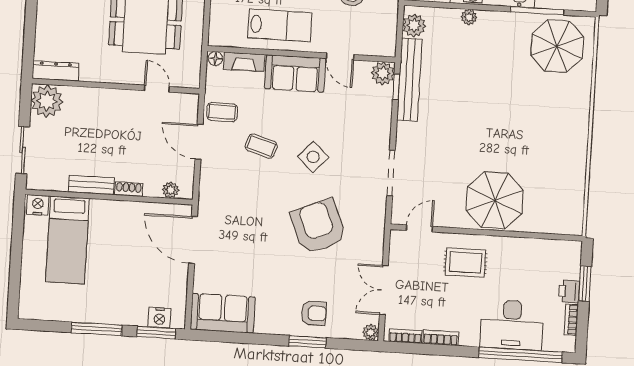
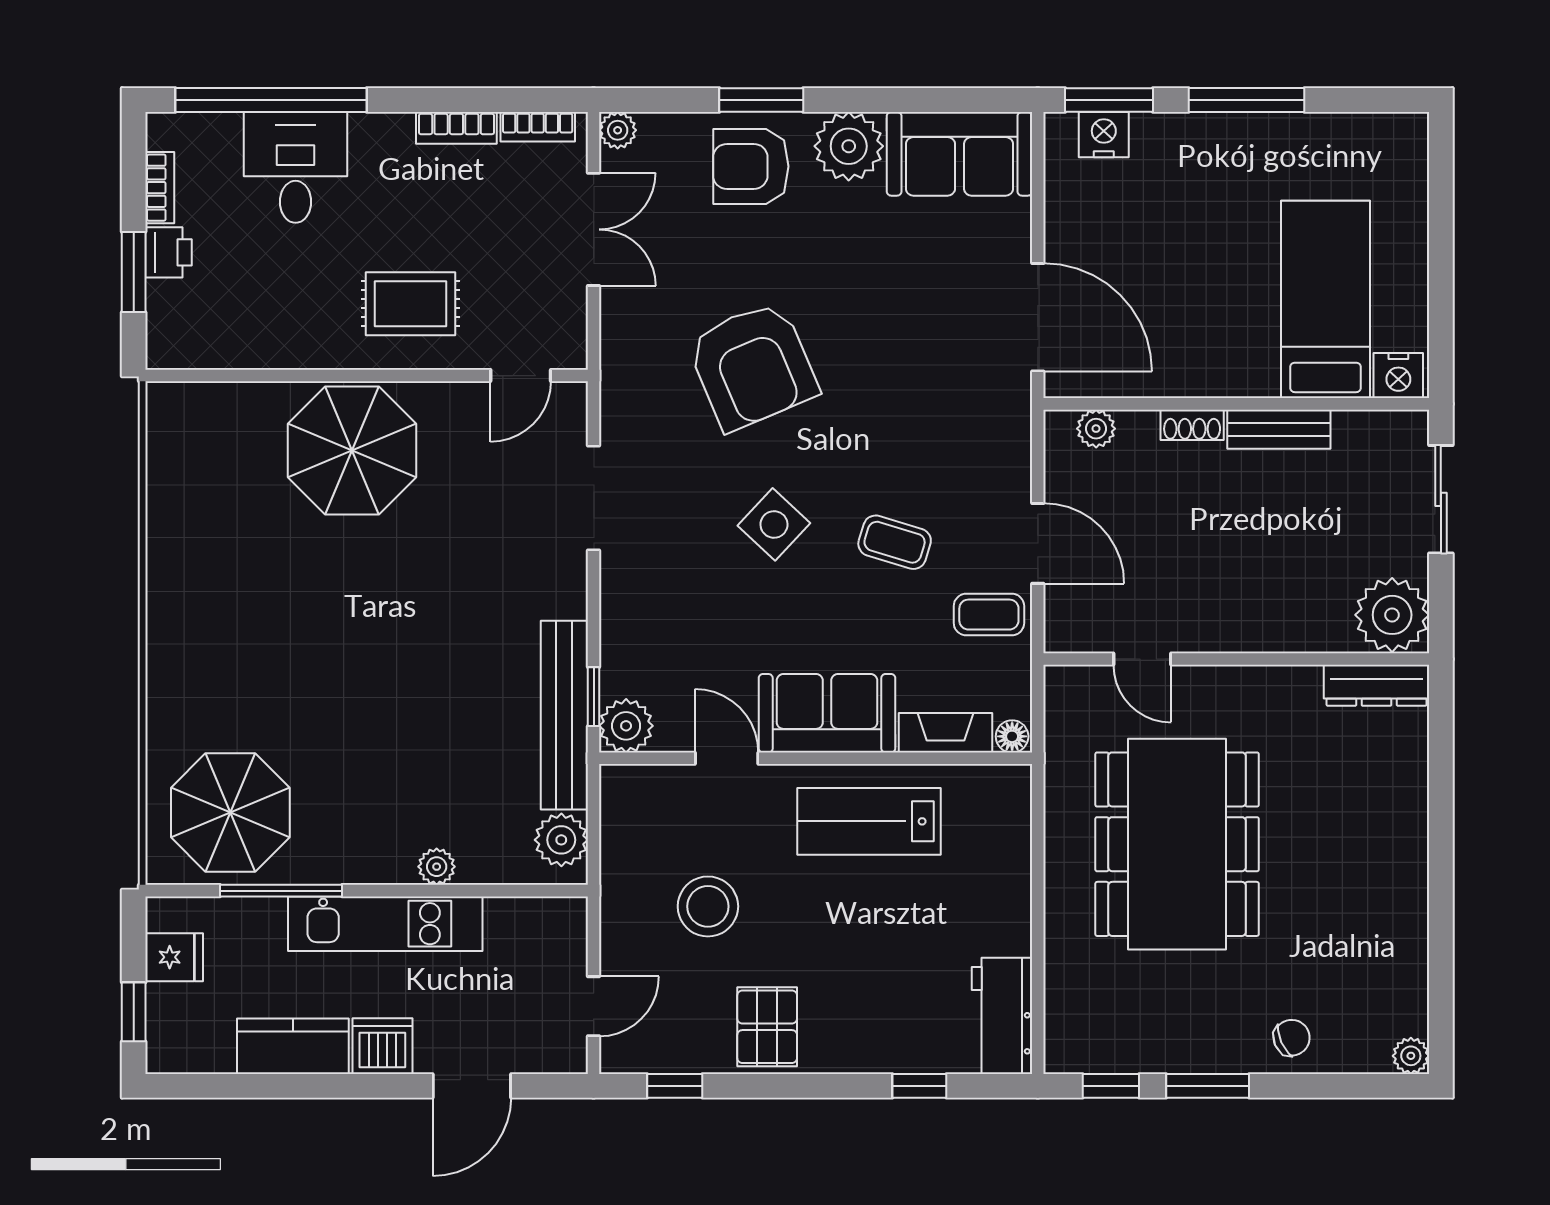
armchair: (314, 313) -> (751, 166), width x1.38, depth x1.38
plant: (271, 319) -> (849, 146), added
desk: (512, 325) -> (296, 167), width x0.73

